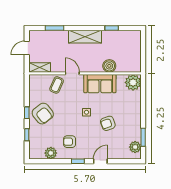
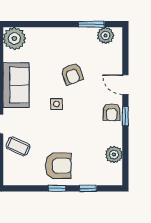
armchair: (43, 114) -> (58, 166), turned 38
armchair: (70, 142) -> (112, 112), moved

